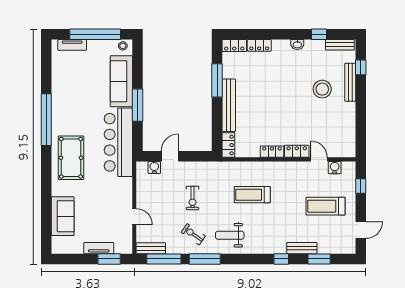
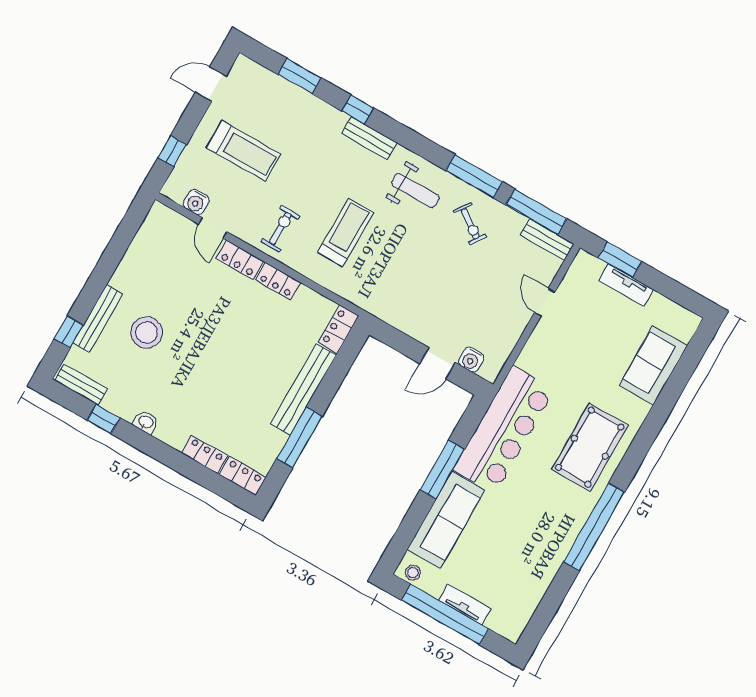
tv unit: (72, 45) -> (465, 605), moved
treadmill: (252, 195) -> (346, 233), turned -90
exercise bike: (193, 198) -> (280, 229), moved
bench: (302, 248) -> (369, 138), moved

